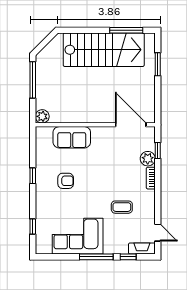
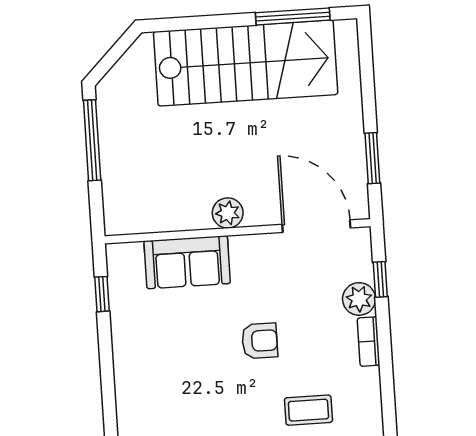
window: (158, 64) -> (372, 158), moved
plant: (42, 116) -> (228, 213), moved
window: (33, 176) -> (102, 294), moved
armchair: (66, 181) -> (260, 341), moved

